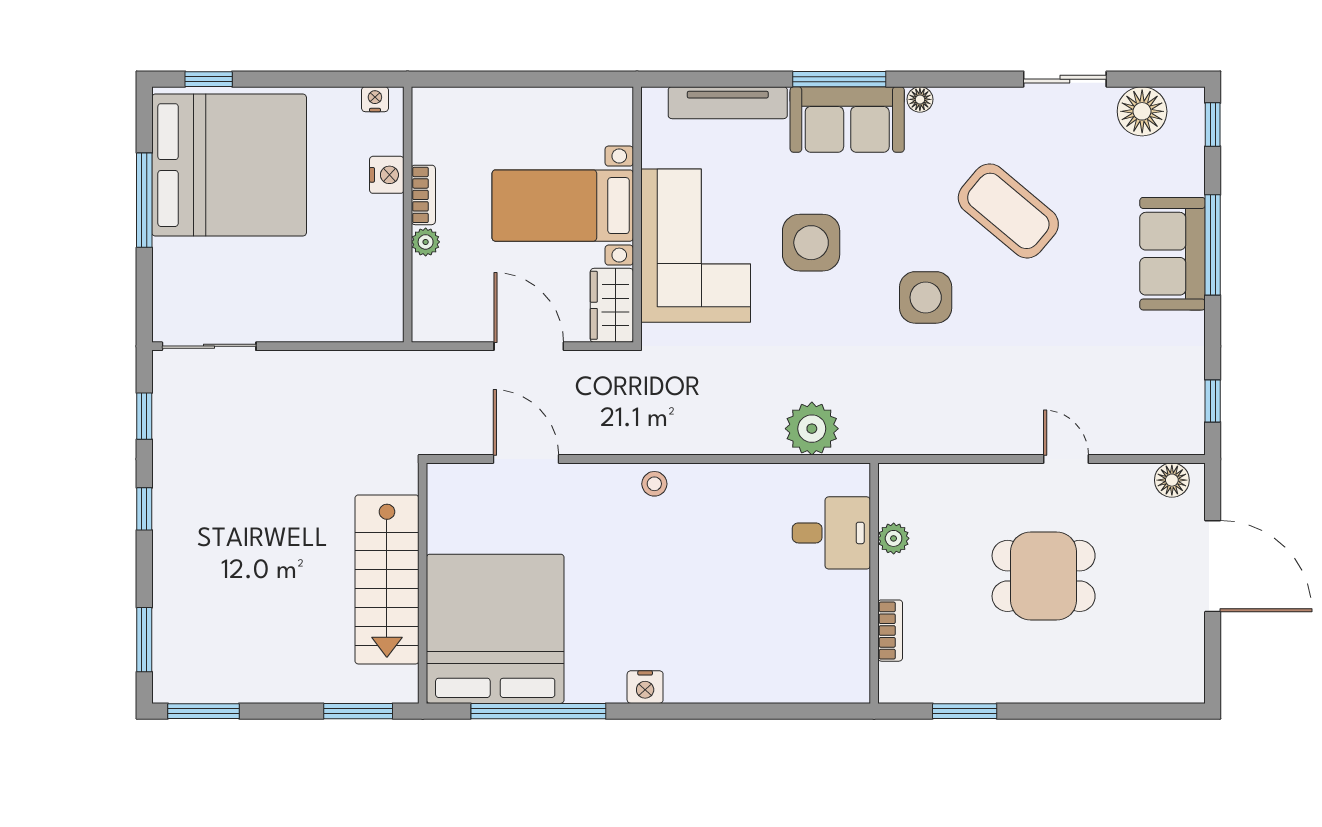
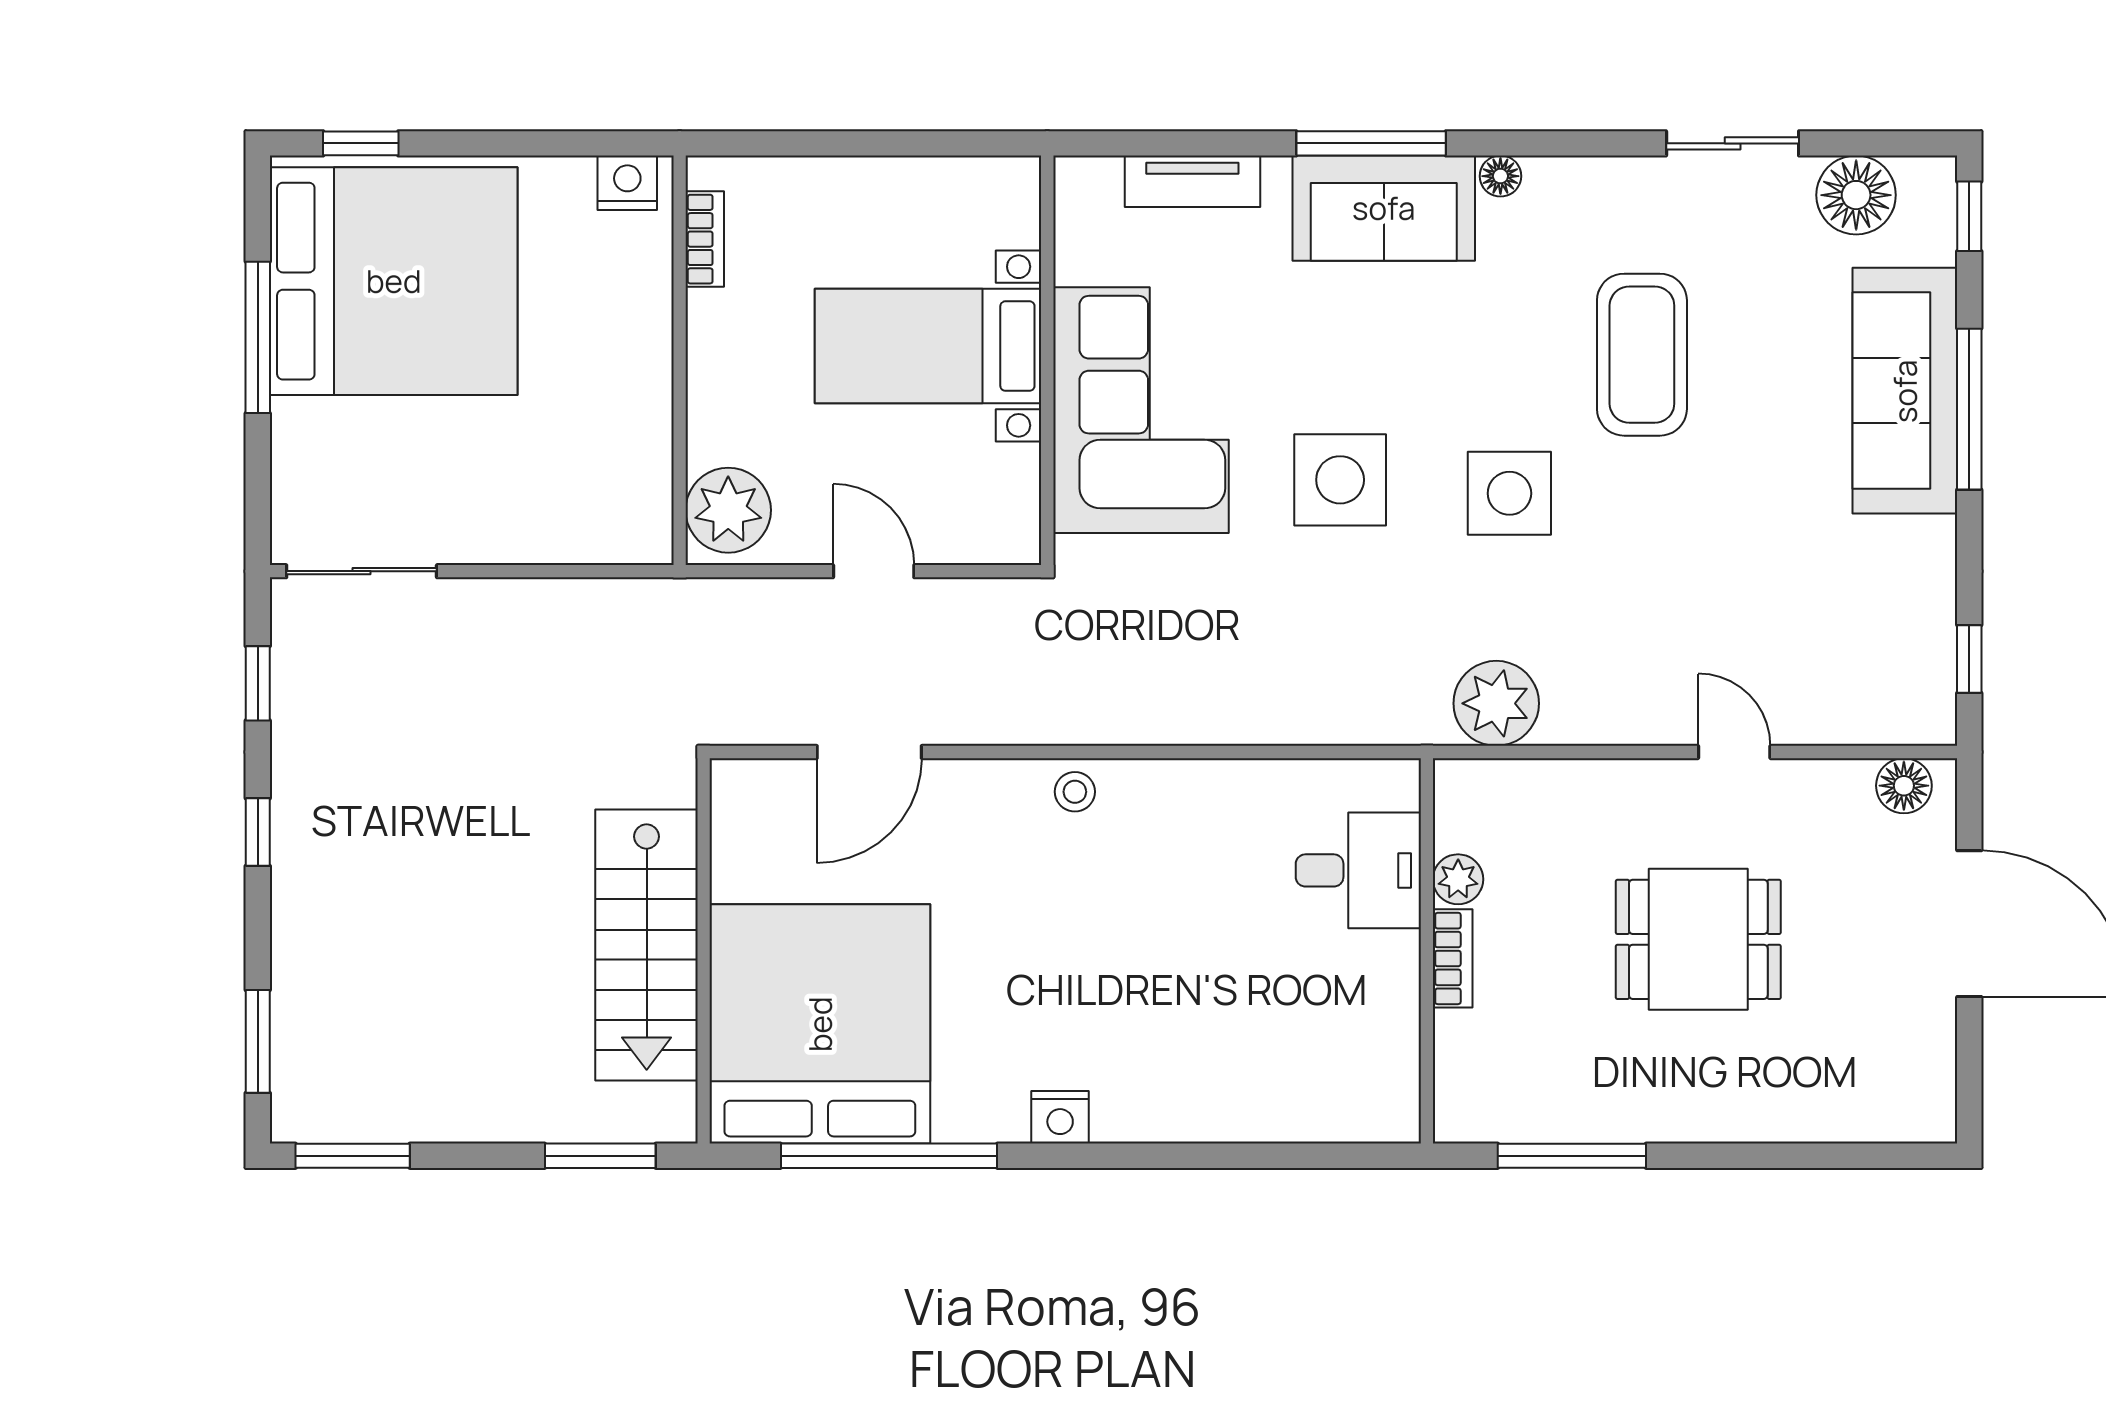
nightstand: (375, 99) -> (627, 183), width x1.39, depth x1.35
tv unit: (728, 103) -> (1192, 181), width x0.71
nightstand: (387, 175) -> (646, 297), removed
bookcase: (423, 195) -> (705, 239), moved
coffee table: (1008, 211) -> (1642, 355), turned 50
plant: (426, 242) -> (728, 510), moved, width x1.88, depth x1.88
side table: (811, 243) -> (1340, 480), moved
sofa: (1173, 254) -> (1905, 391), width x1.36
wardrobe: (612, 305) -> (1007, 506), removed
door: (529, 346) -> (874, 571), width x0.73
plant: (812, 429) -> (1496, 703), moved
door: (526, 459) -> (869, 752), swing flipped
bookcase: (890, 631) -> (1453, 958), moved
window: (965, 711) -> (1572, 1156), width x1.44

